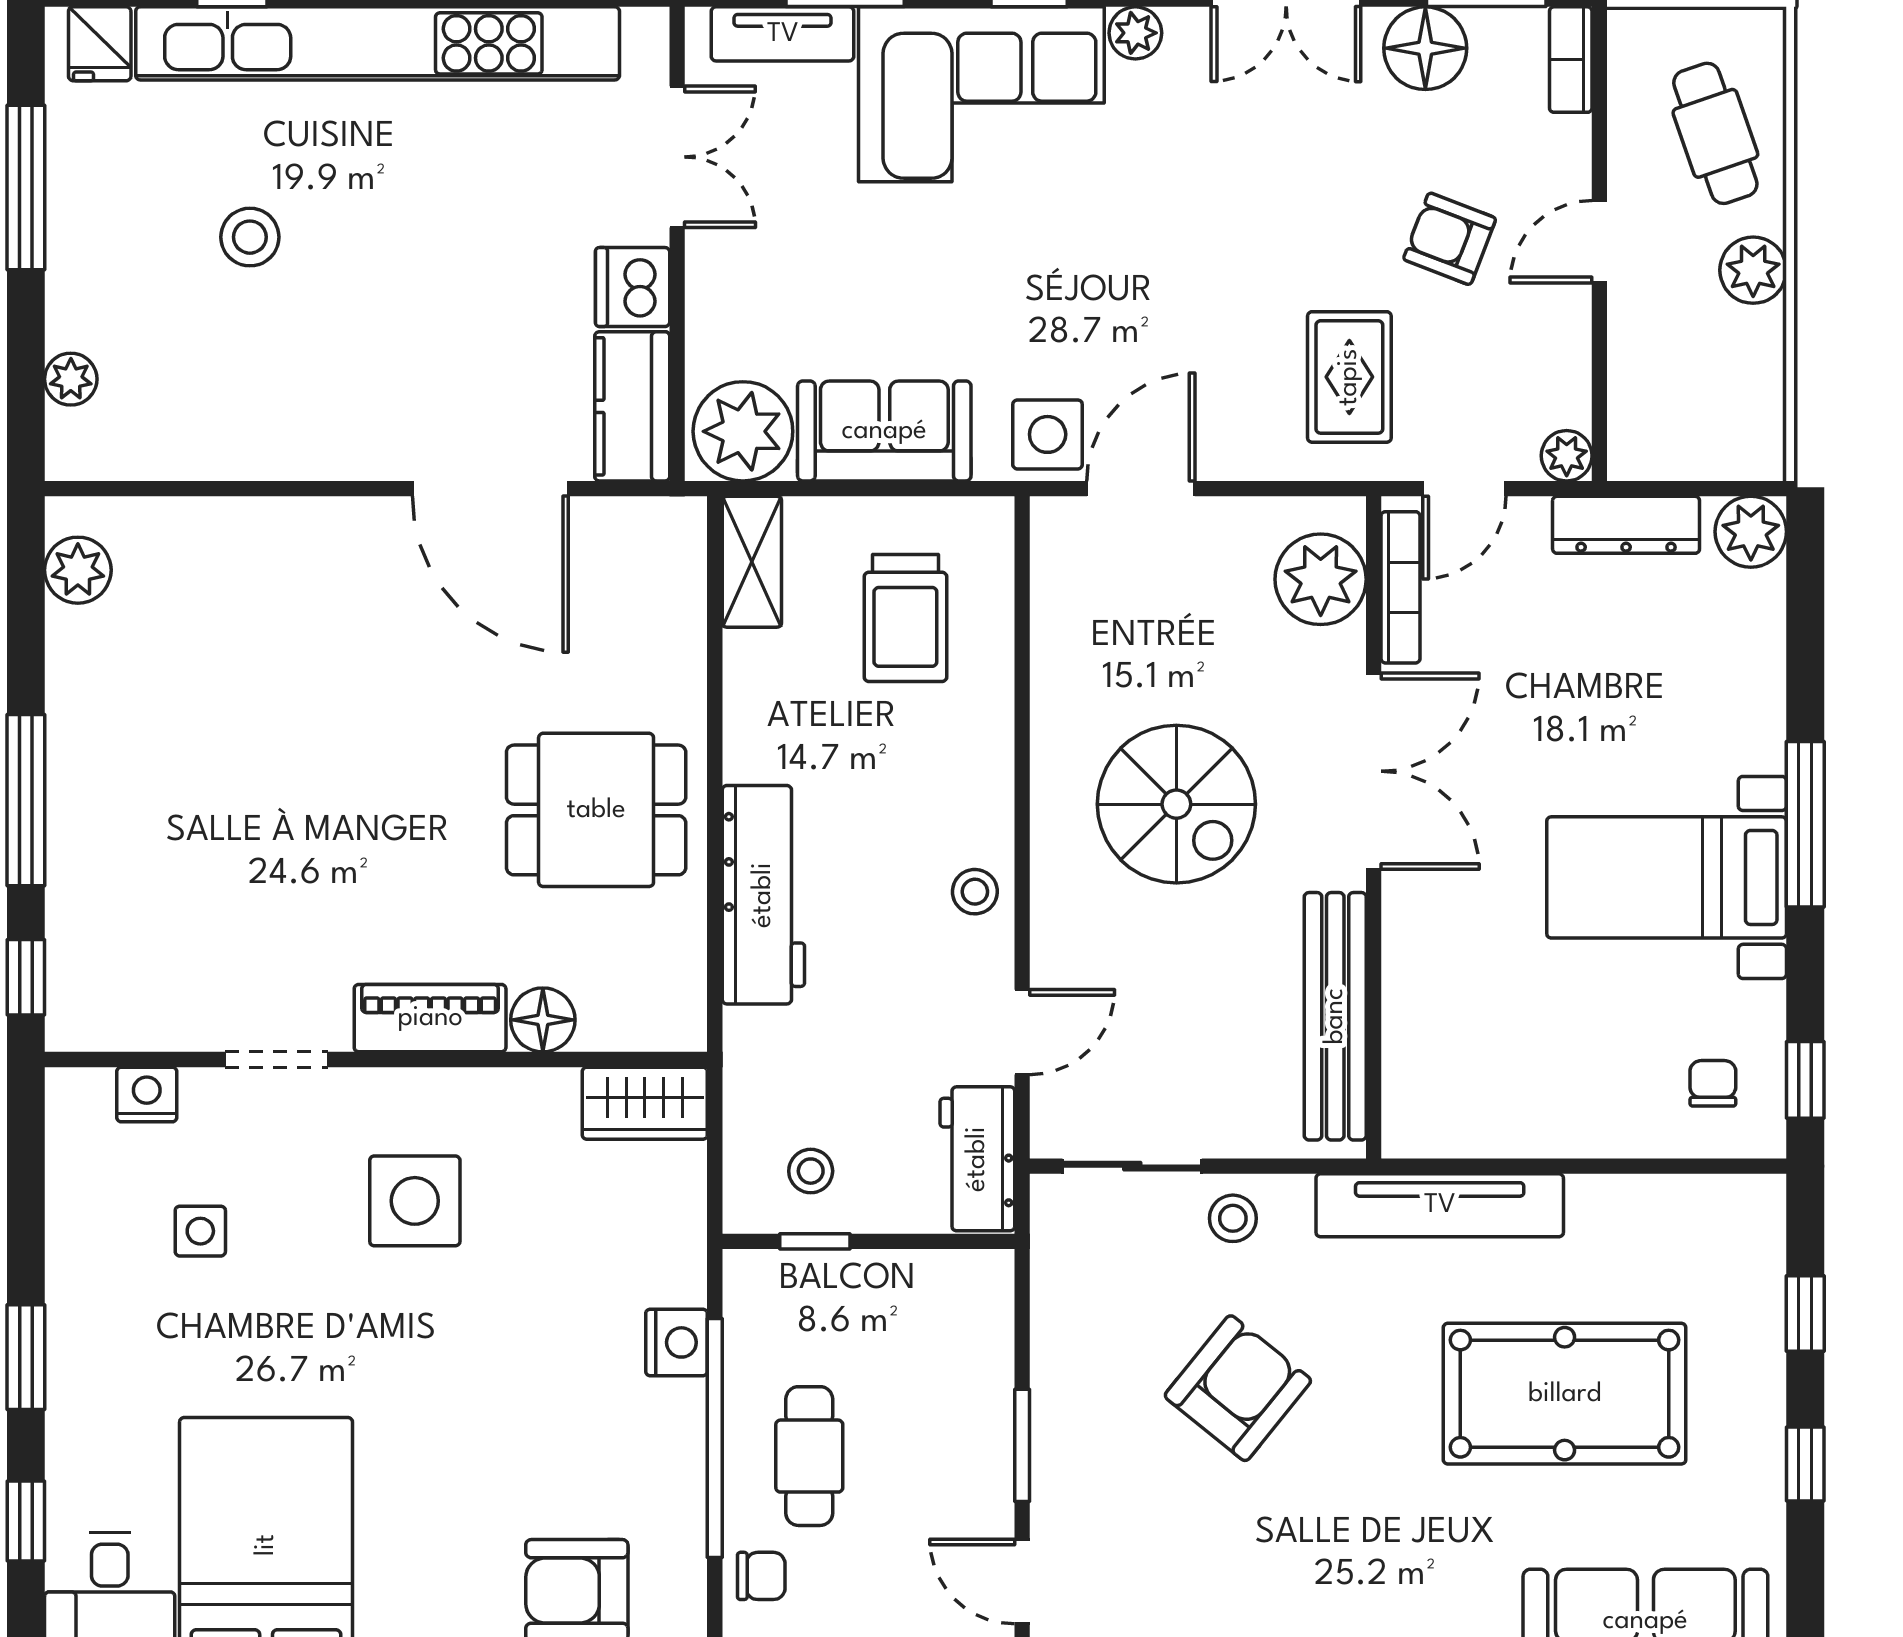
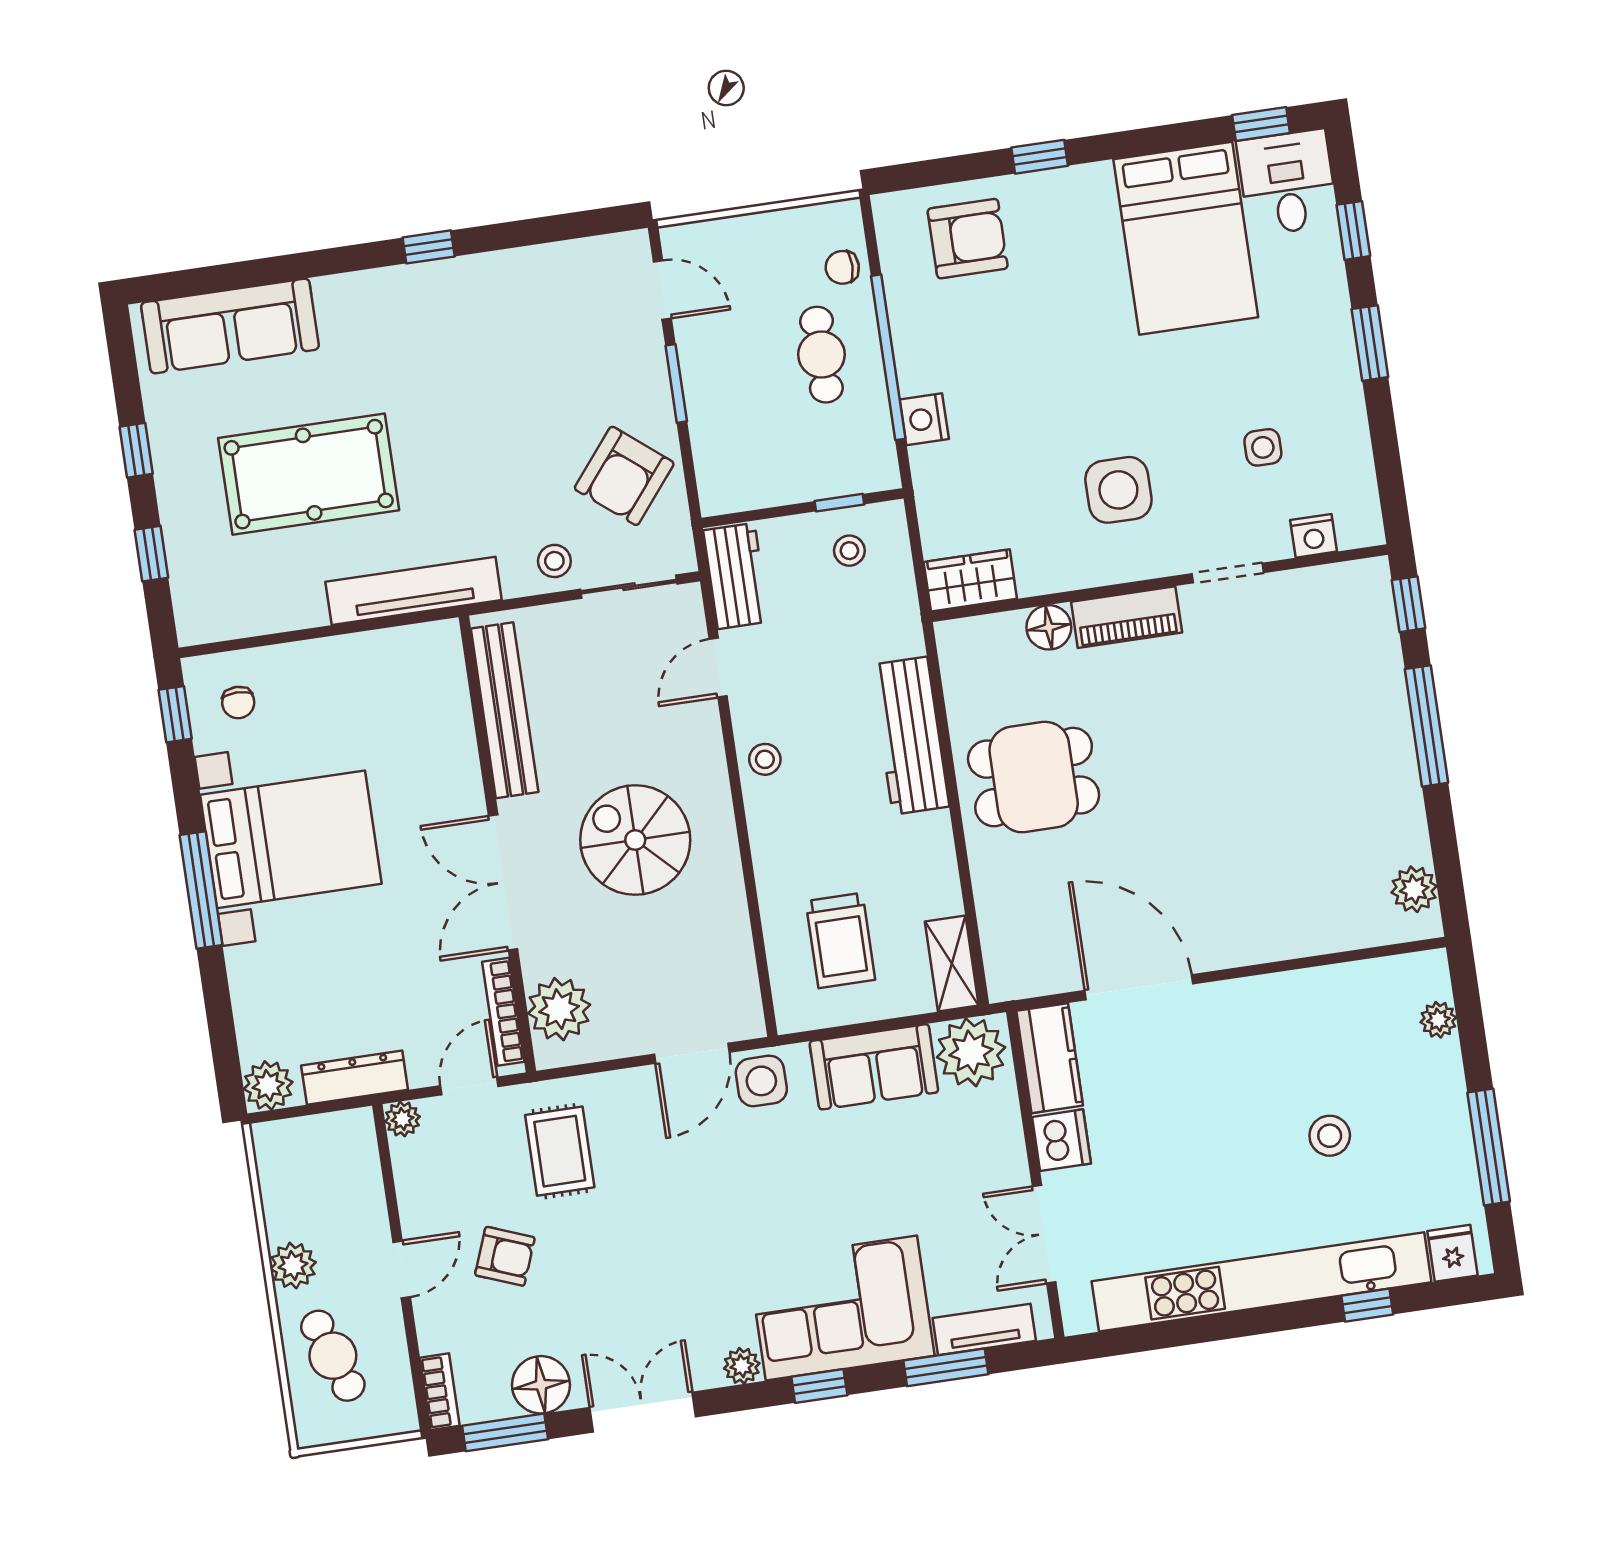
trolley: (905, 618) -> (840, 940), turned 180
bed with nightstands: (1667, 877) -> (291, 839), width x1.36
armchair: (1238, 1388) -> (624, 476), moved

